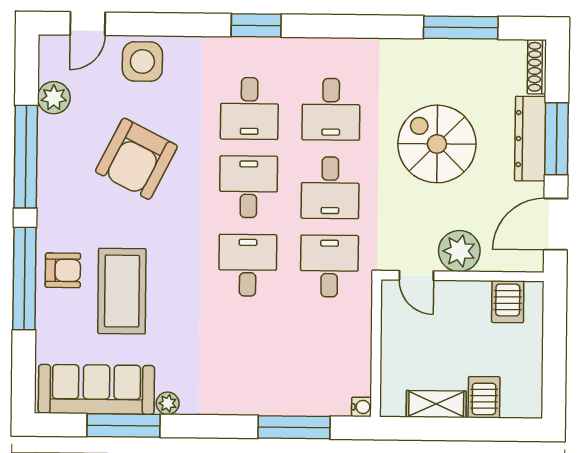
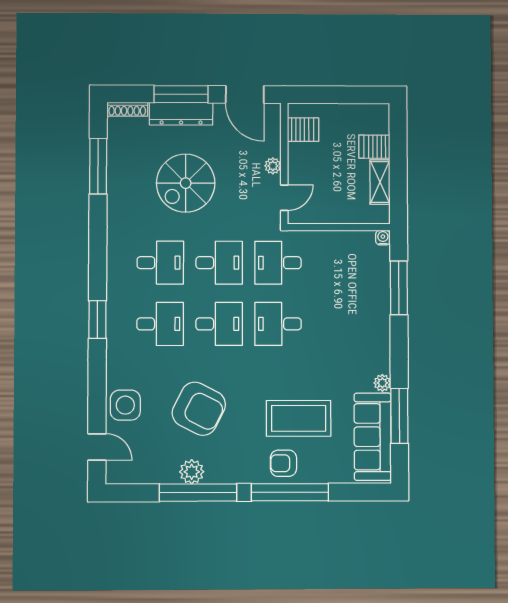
plant: (54, 98) -> (192, 472), moved
desk: (249, 187) -> (219, 324), turned 180
plant: (459, 251) -> (273, 166), width x0.53, depth x0.53
armchair: (63, 270) -> (283, 463), turned -90

